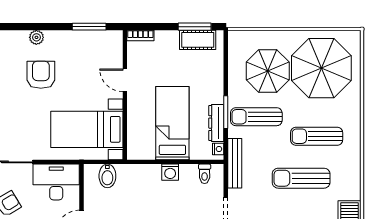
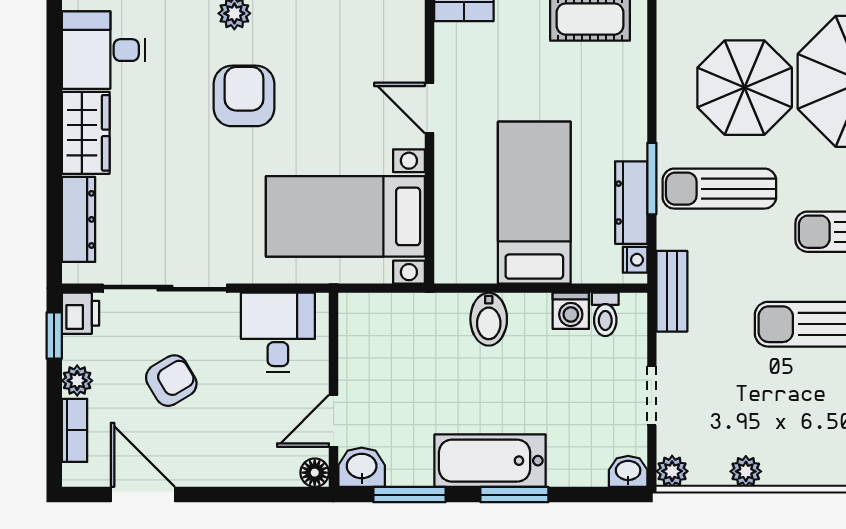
bench: (235, 163) -> (672, 291), width x0.73
washing machine: (170, 172) -> (571, 311), moved
bidet: (107, 176) -> (489, 319), moved
desk: (56, 182) -> (278, 333), width x0.73

